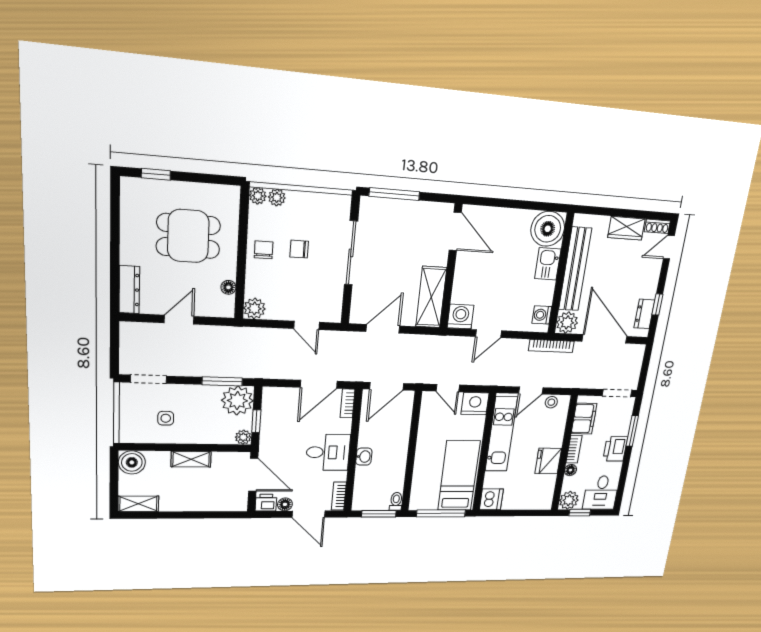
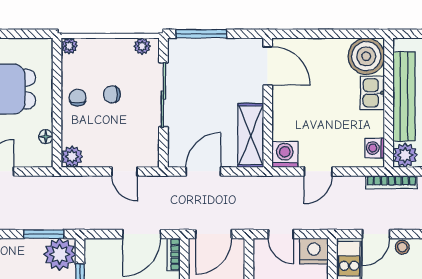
plant: (277, 197) -> (142, 46), moved

